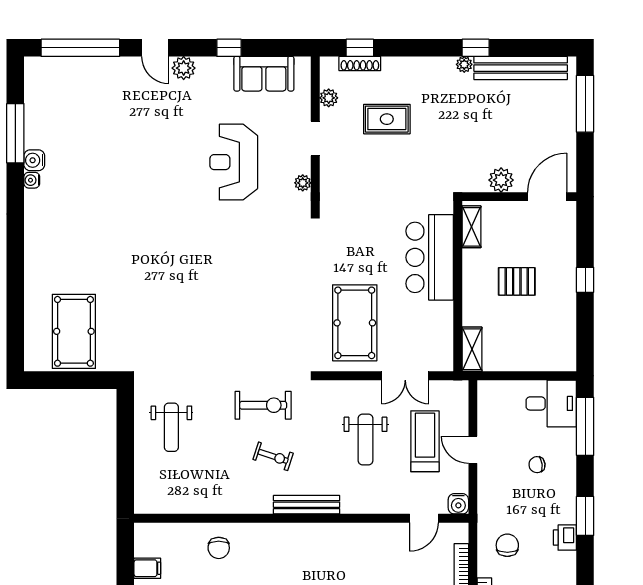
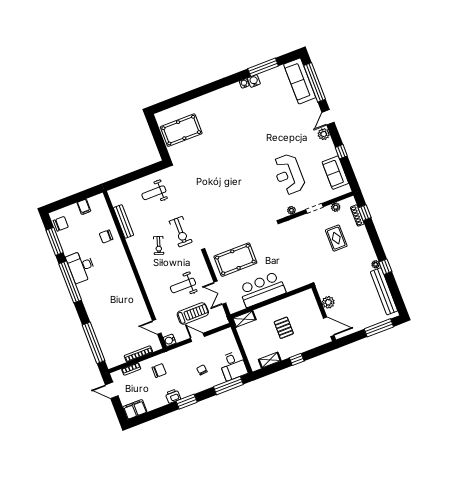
sofa: (67, 75) -> (300, 81), added
reception desk: (234, 162) -> (289, 174), turned -90
shelving: (471, 227) -> (270, 360), moved
bar counter: (430, 257) -> (262, 289), moved
door: (473, 450) -> (197, 337), hinge flipped
bench: (307, 505) -> (124, 221), moved

